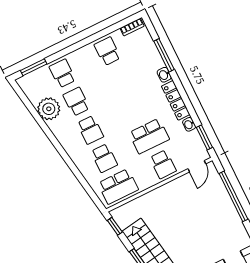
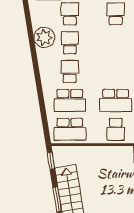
school desk: (90, 130) -> (70, 72), turned 180
school desk: (104, 158) -> (70, 100), width x1.85

